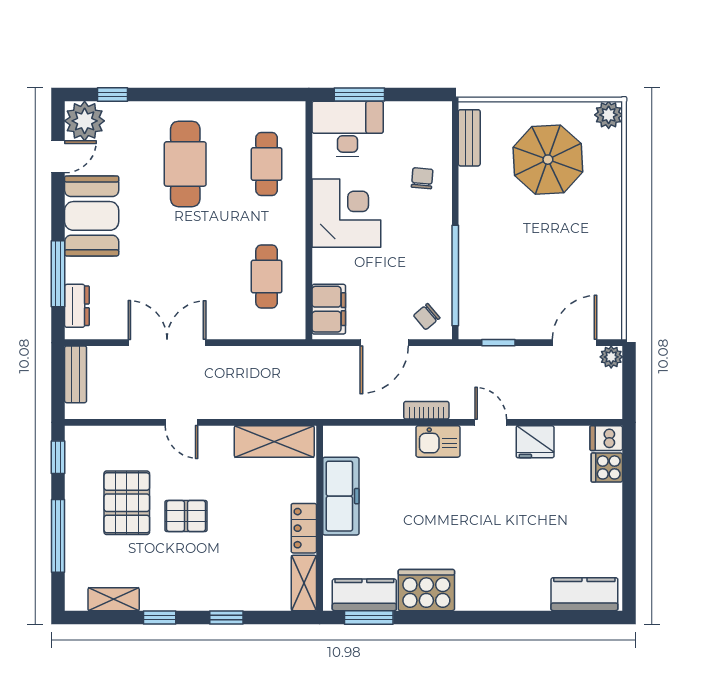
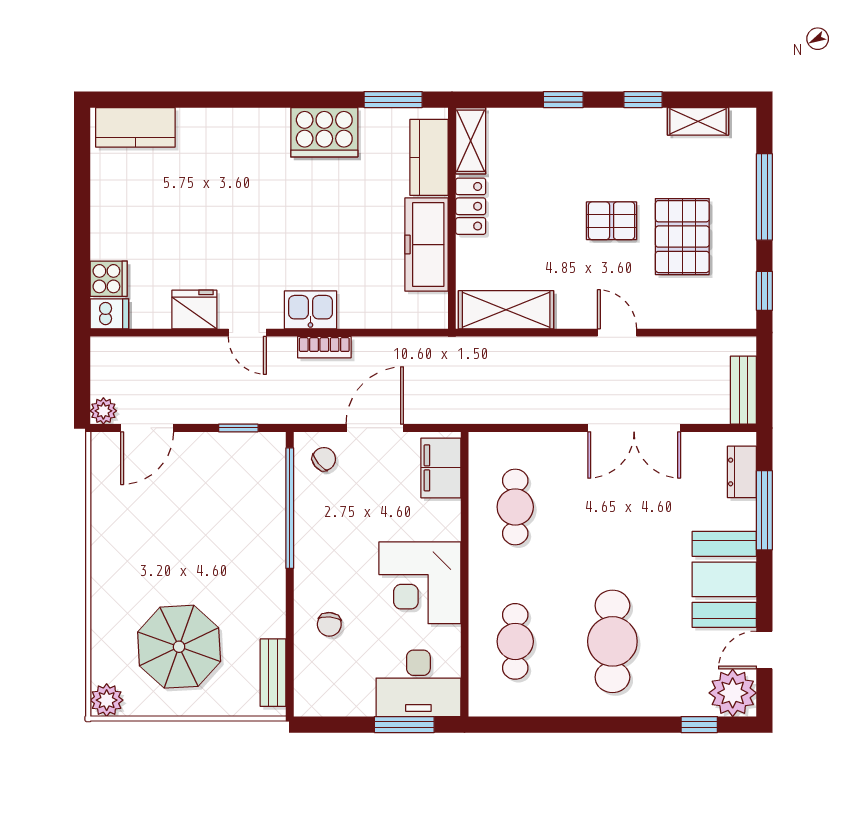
kitchen counter: (364, 595) -> (429, 157), moved, turned 90

